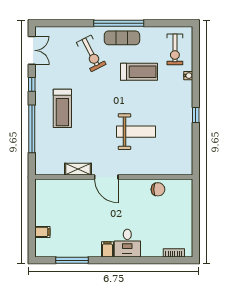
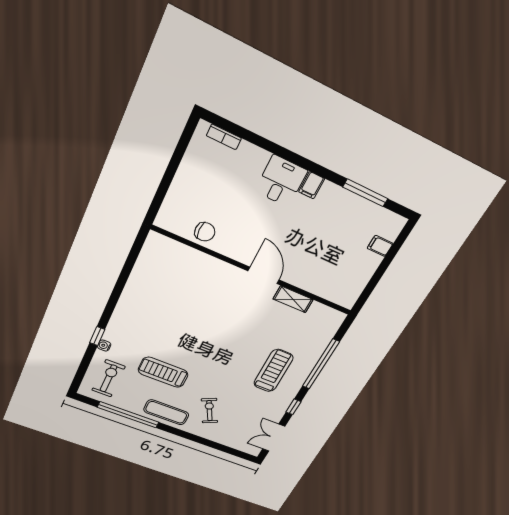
window: (119, 23) -> (128, 415), moved
exercise bike: (91, 53) -> (209, 411), width x0.73, depth x0.72
window: (196, 115) -> (97, 336), moved
weight bench: (136, 132) -> (199, 311), removed
chair: (158, 189) -> (205, 232), turned 180

